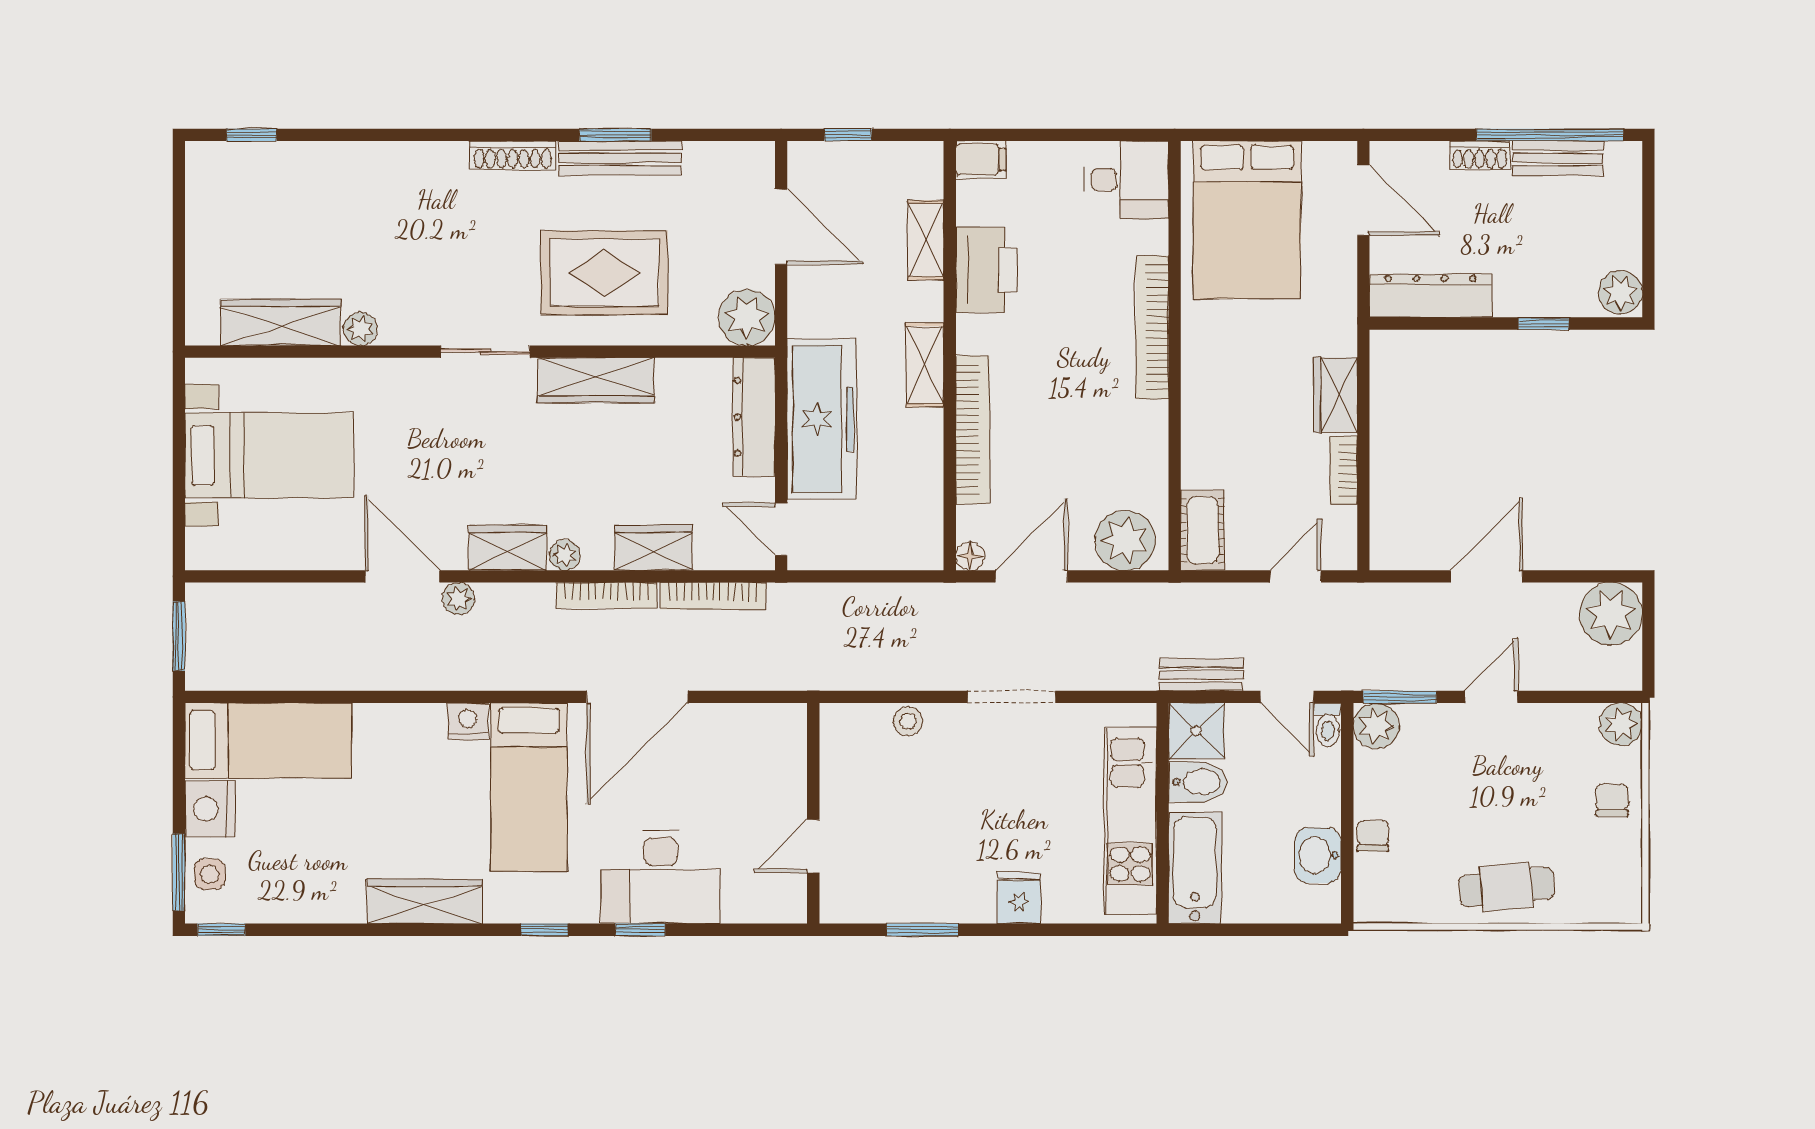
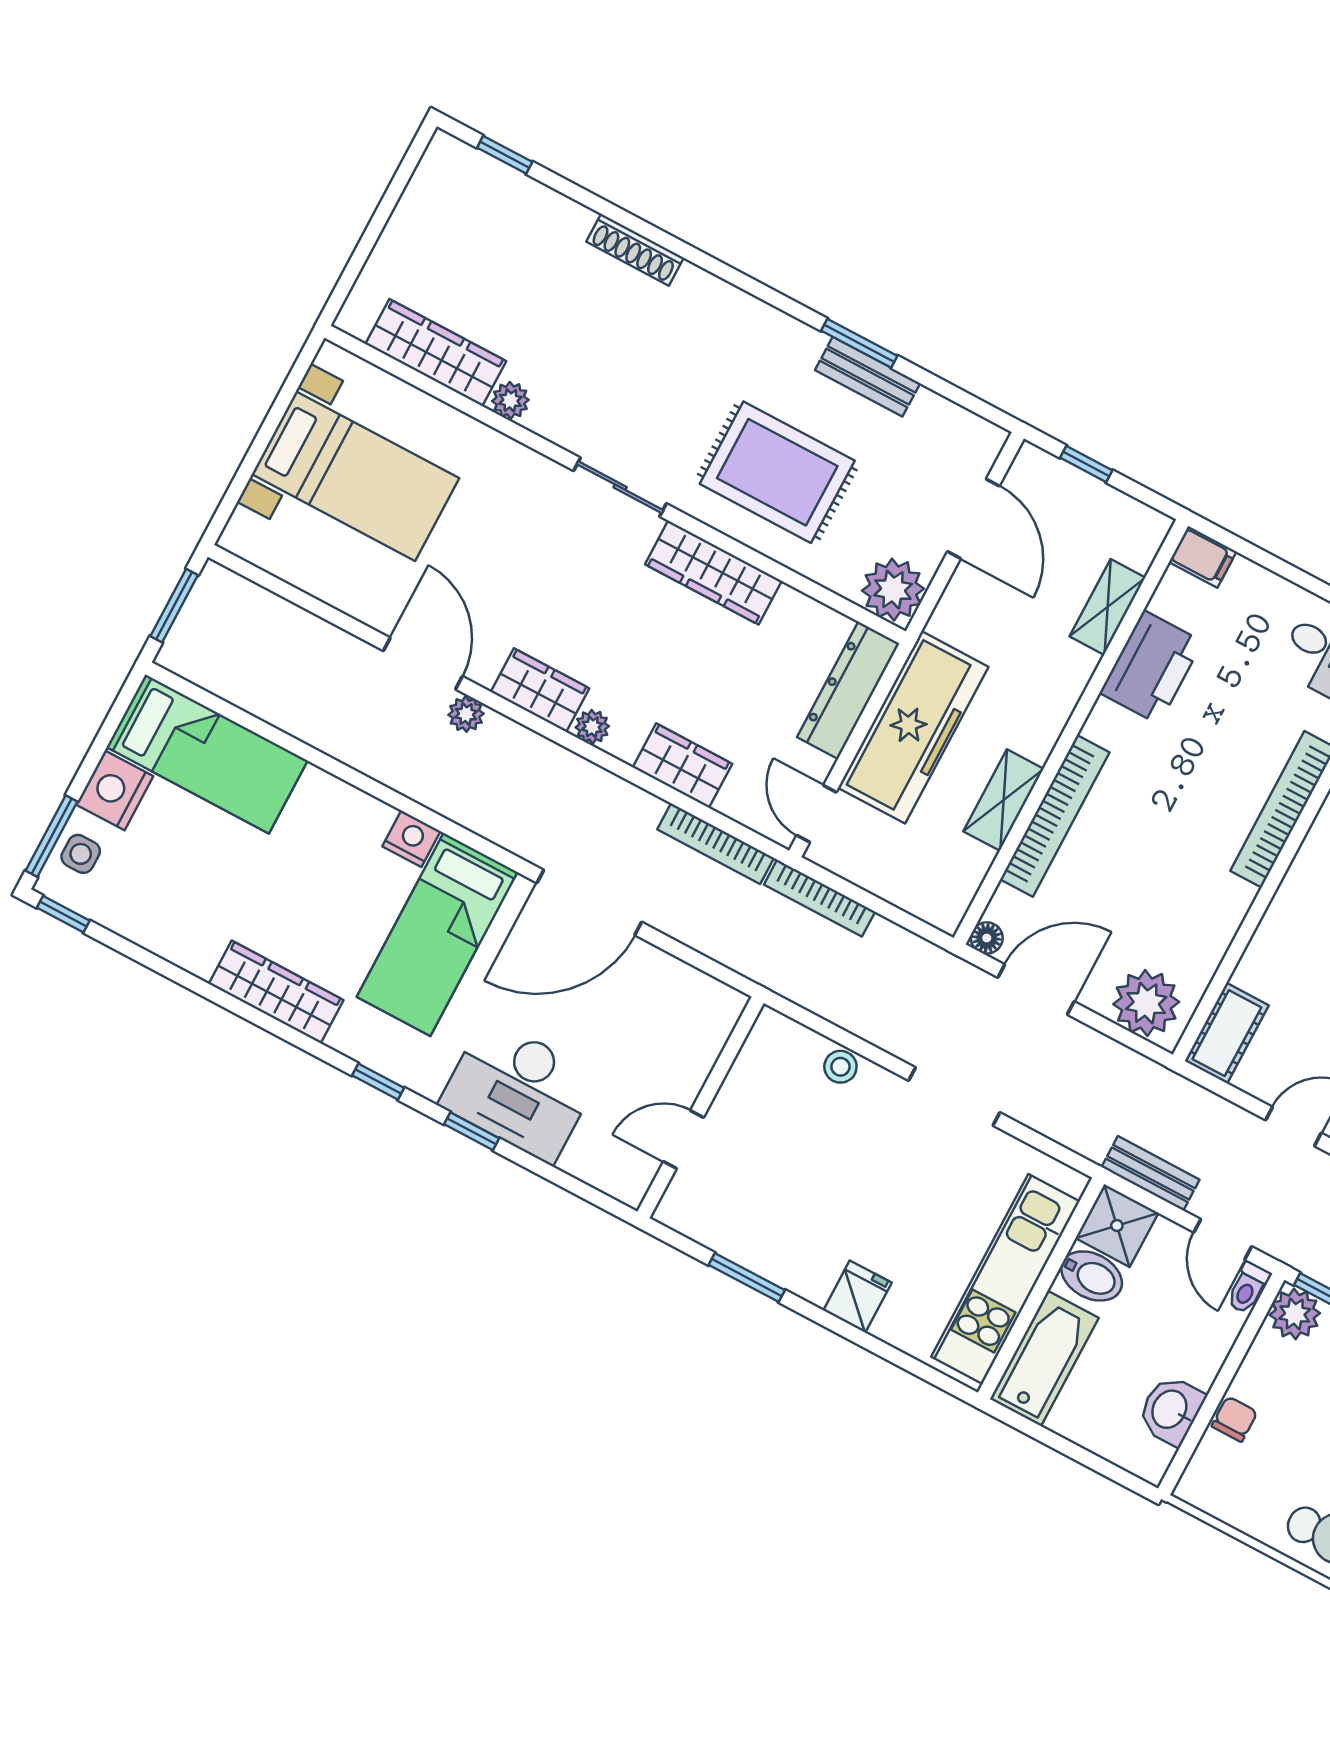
shoe rack: (513, 155) -> (635, 250), moved
bench: (620, 158) -> (868, 377), width x0.73
shelving: (925, 365) -> (1003, 800), moved
bookcase: (607, 595) -> (820, 898), moved

